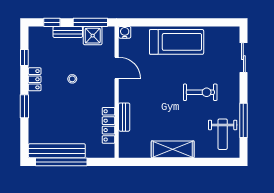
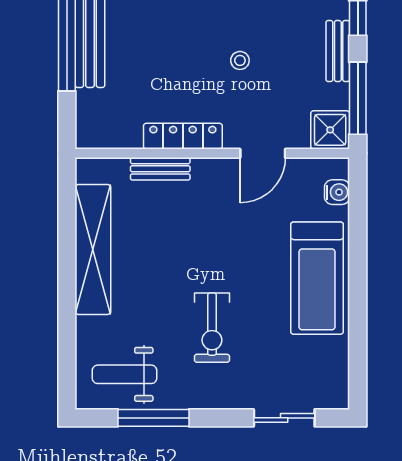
water cooler: (125, 32) -> (337, 192), moved
shower: (93, 36) -> (330, 130), moved
locker: (109, 125) -> (183, 136), moved
shelving: (173, 149) -> (93, 249), width x1.47

